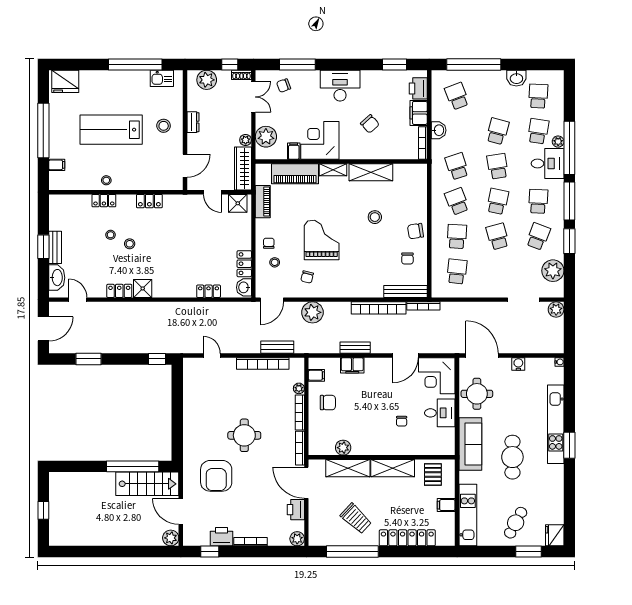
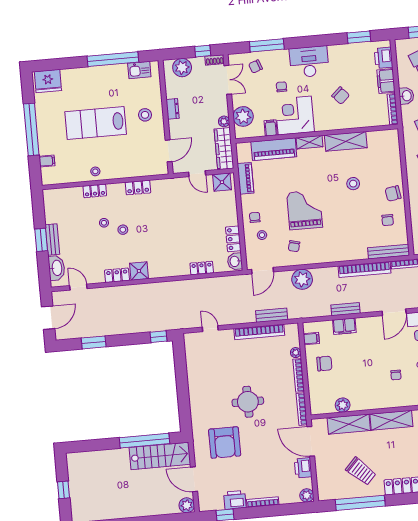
chair: (309, 109) -> (281, 87), added

